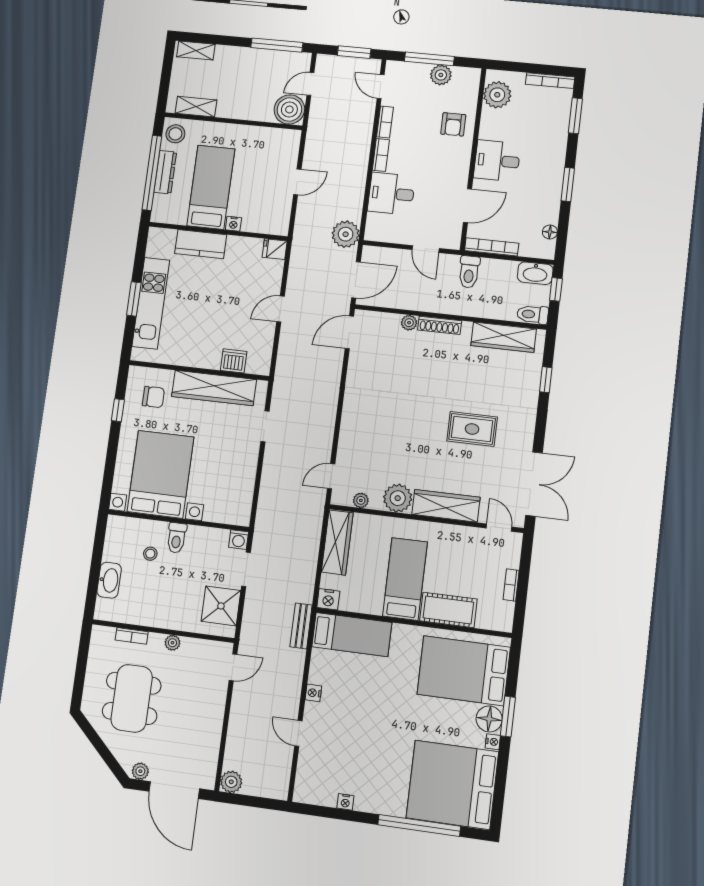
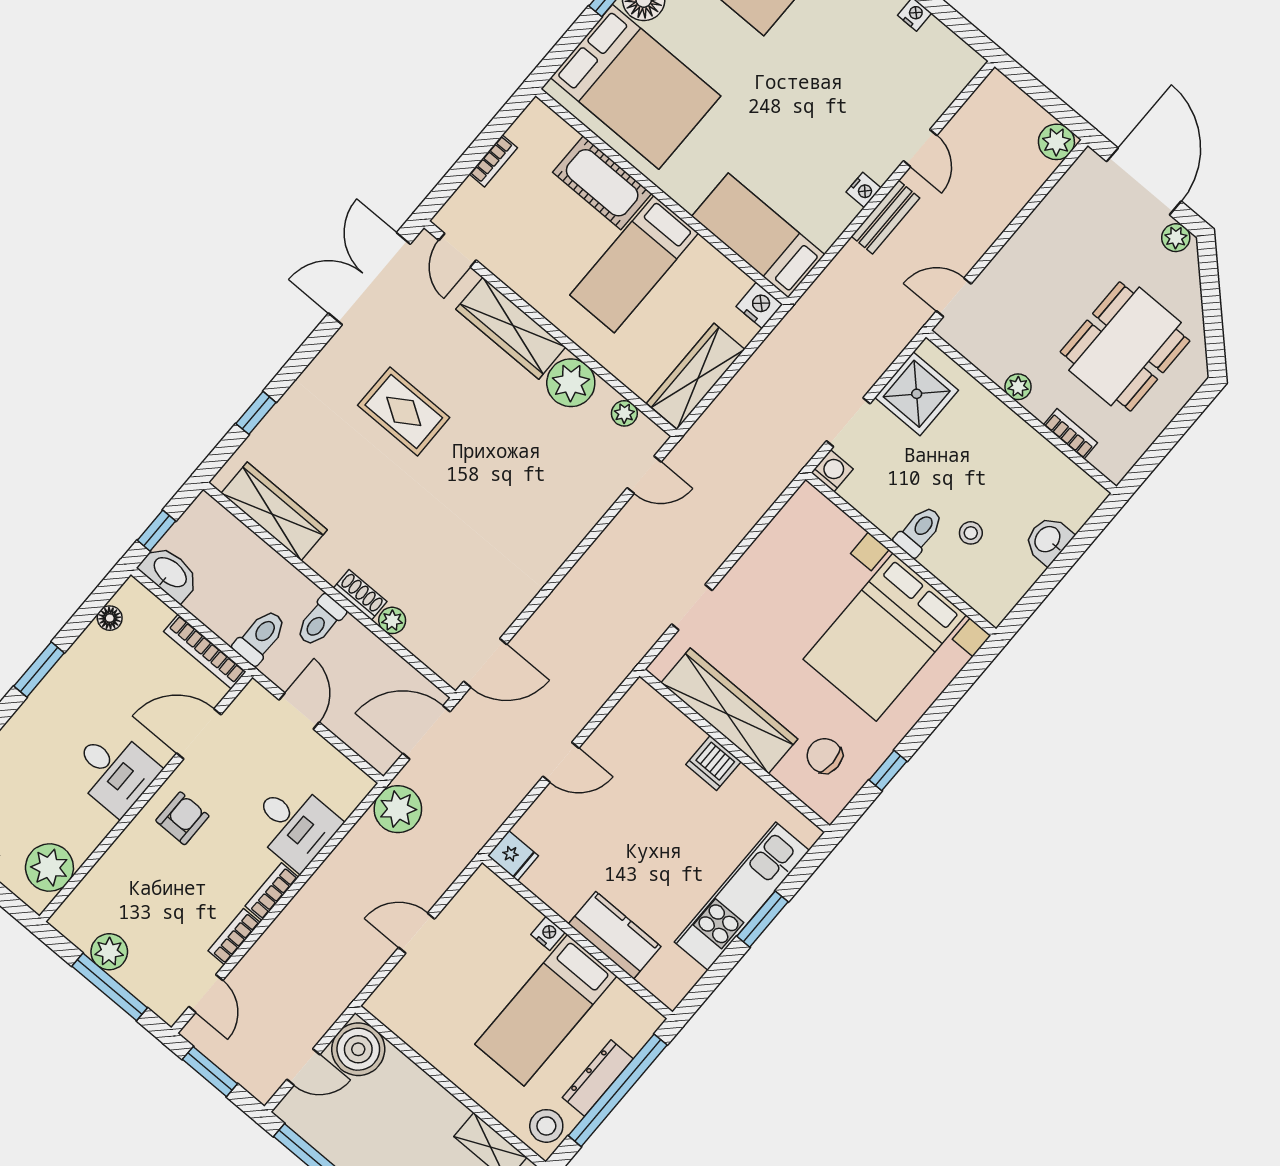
armchair: (453, 124) -> (182, 818), moved
toilet: (533, 314) -> (320, 621), moved, turned 90
shoe rack: (440, 325) -> (360, 595), width x0.70
dishwasher: (234, 361) -> (713, 763), moved
washbasin: (109, 580) -> (1048, 540), width x0.72
bench: (301, 626) -> (886, 217), moved

